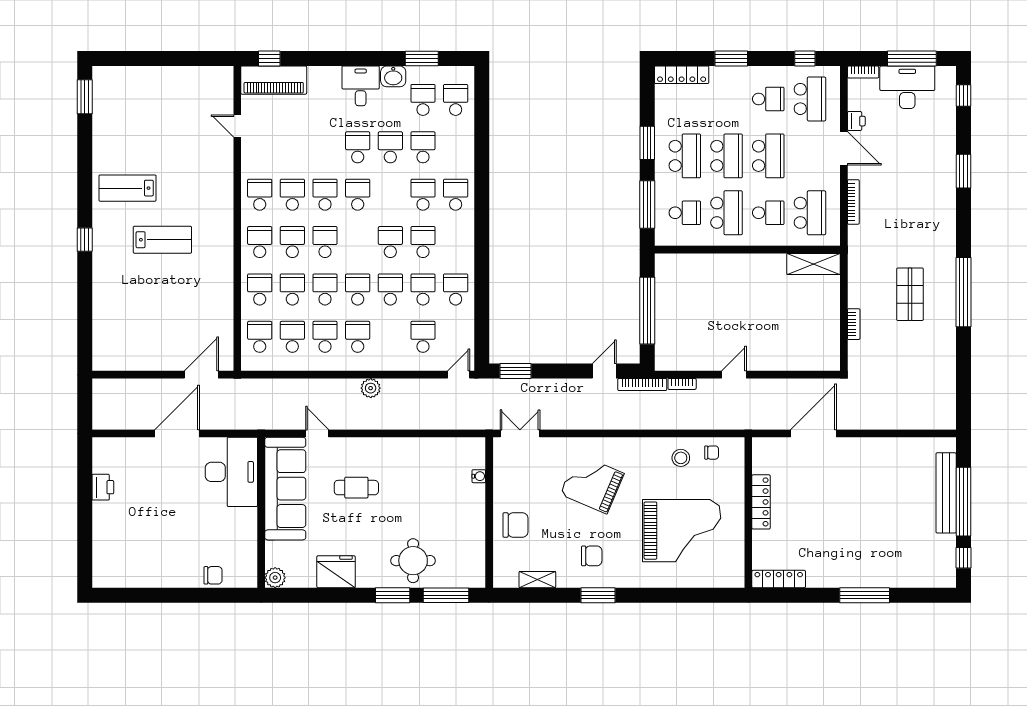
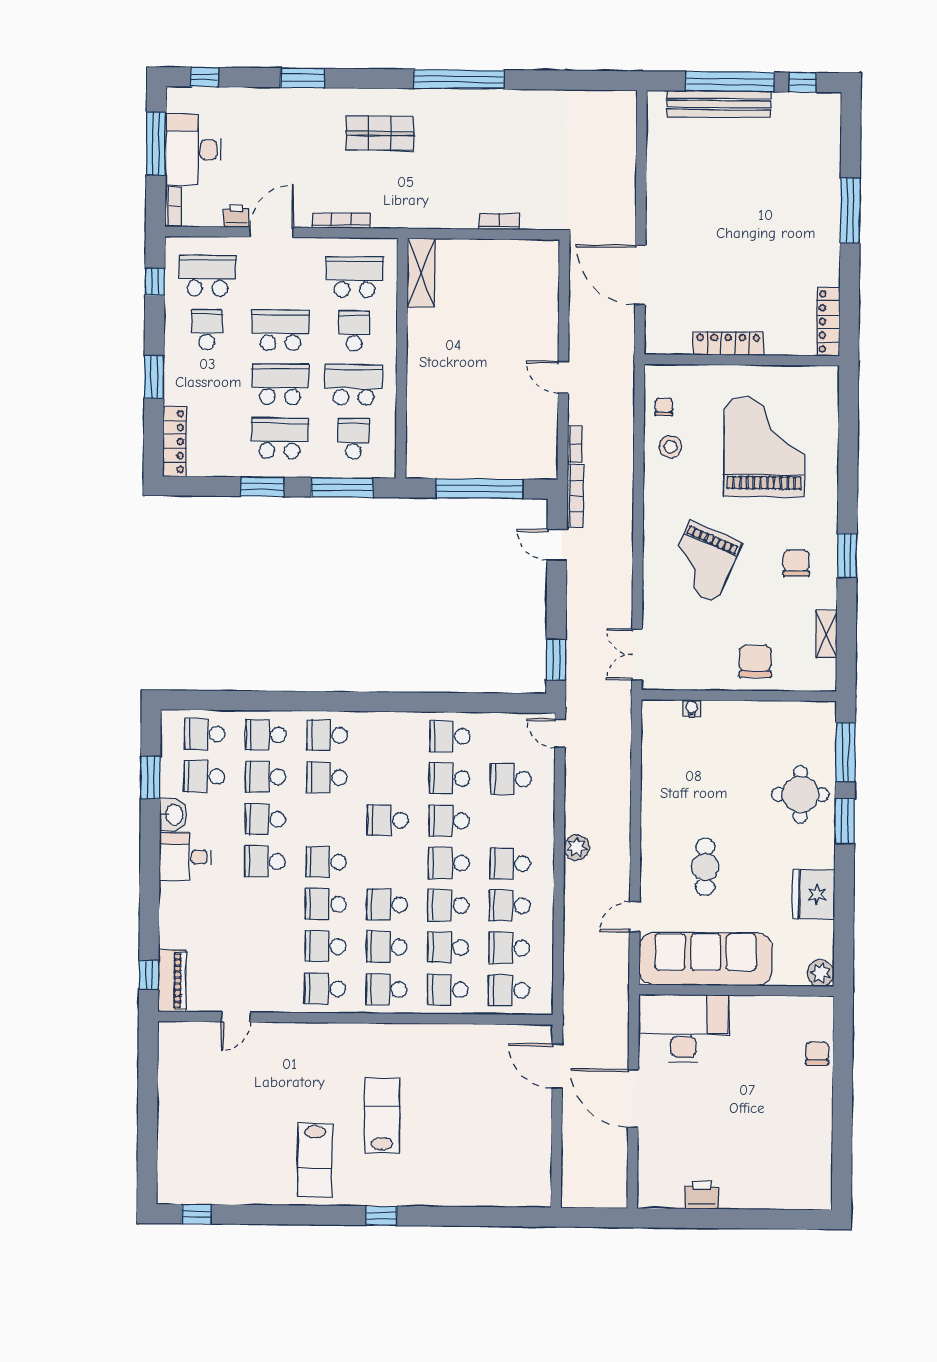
piano: (274, 80) -> (172, 981), width x0.73, depth x0.75
window: (85, 97) -> (196, 1214), width x0.67
school desk: (423, 242) -> (266, 735), moved
shop shelf: (910, 294) -> (380, 133), moved

